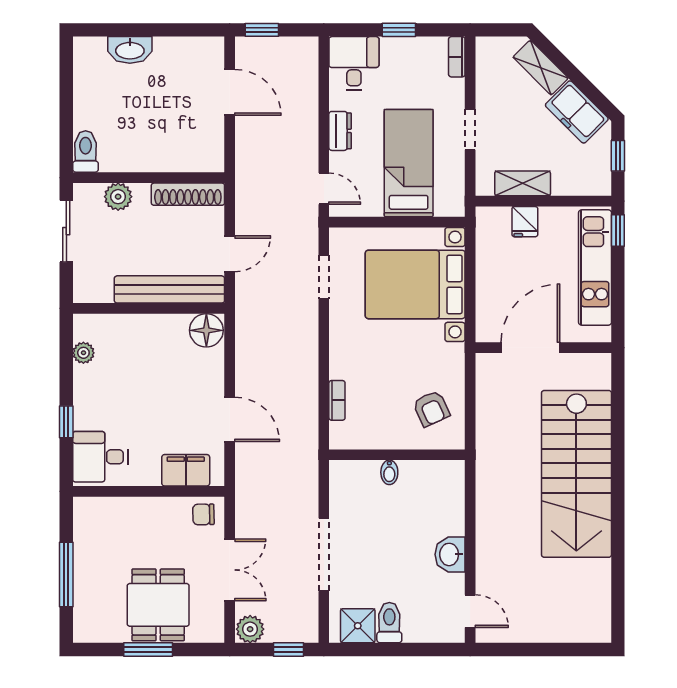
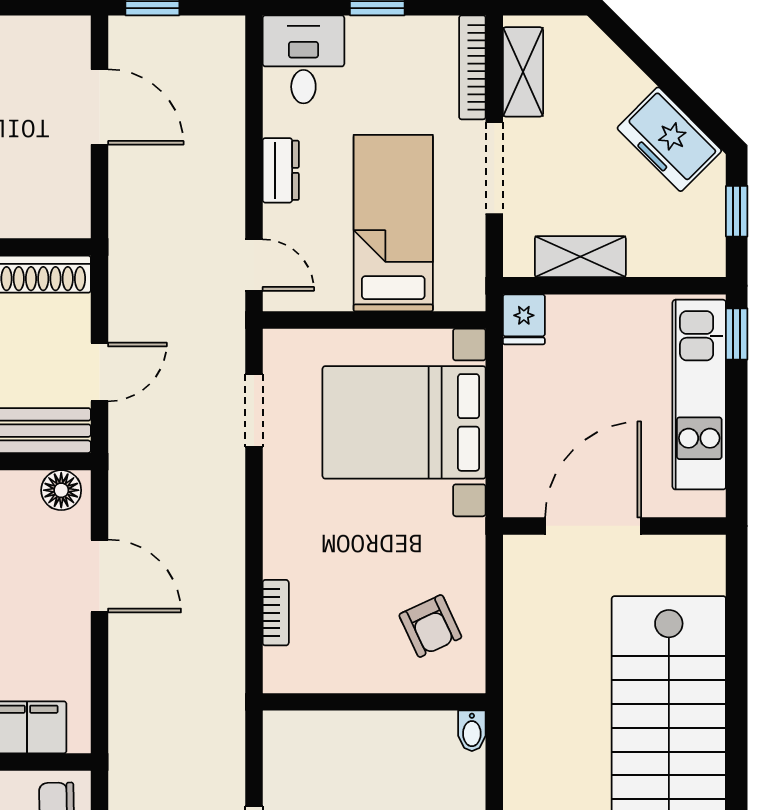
bookcase: (457, 57) -> (472, 67), width x1.56
shelving: (541, 68) -> (523, 72), moved, turned 45
doorway: (470, 129) -> (494, 168), width x1.38
fridge: (525, 222) -> (524, 319), moved
floor lamp: (206, 330) -> (61, 490), width x0.73, depth x0.73
door: (230, 419) -> (99, 576), moved
bidet: (389, 472) -> (472, 731), moved

